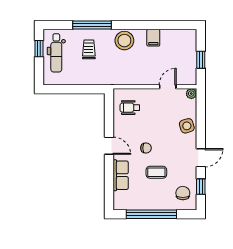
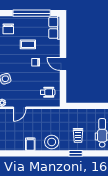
window: (92, 25) -> (76, 153), width x0.46
row of seats: (121, 175) -> (54, 28), moved

